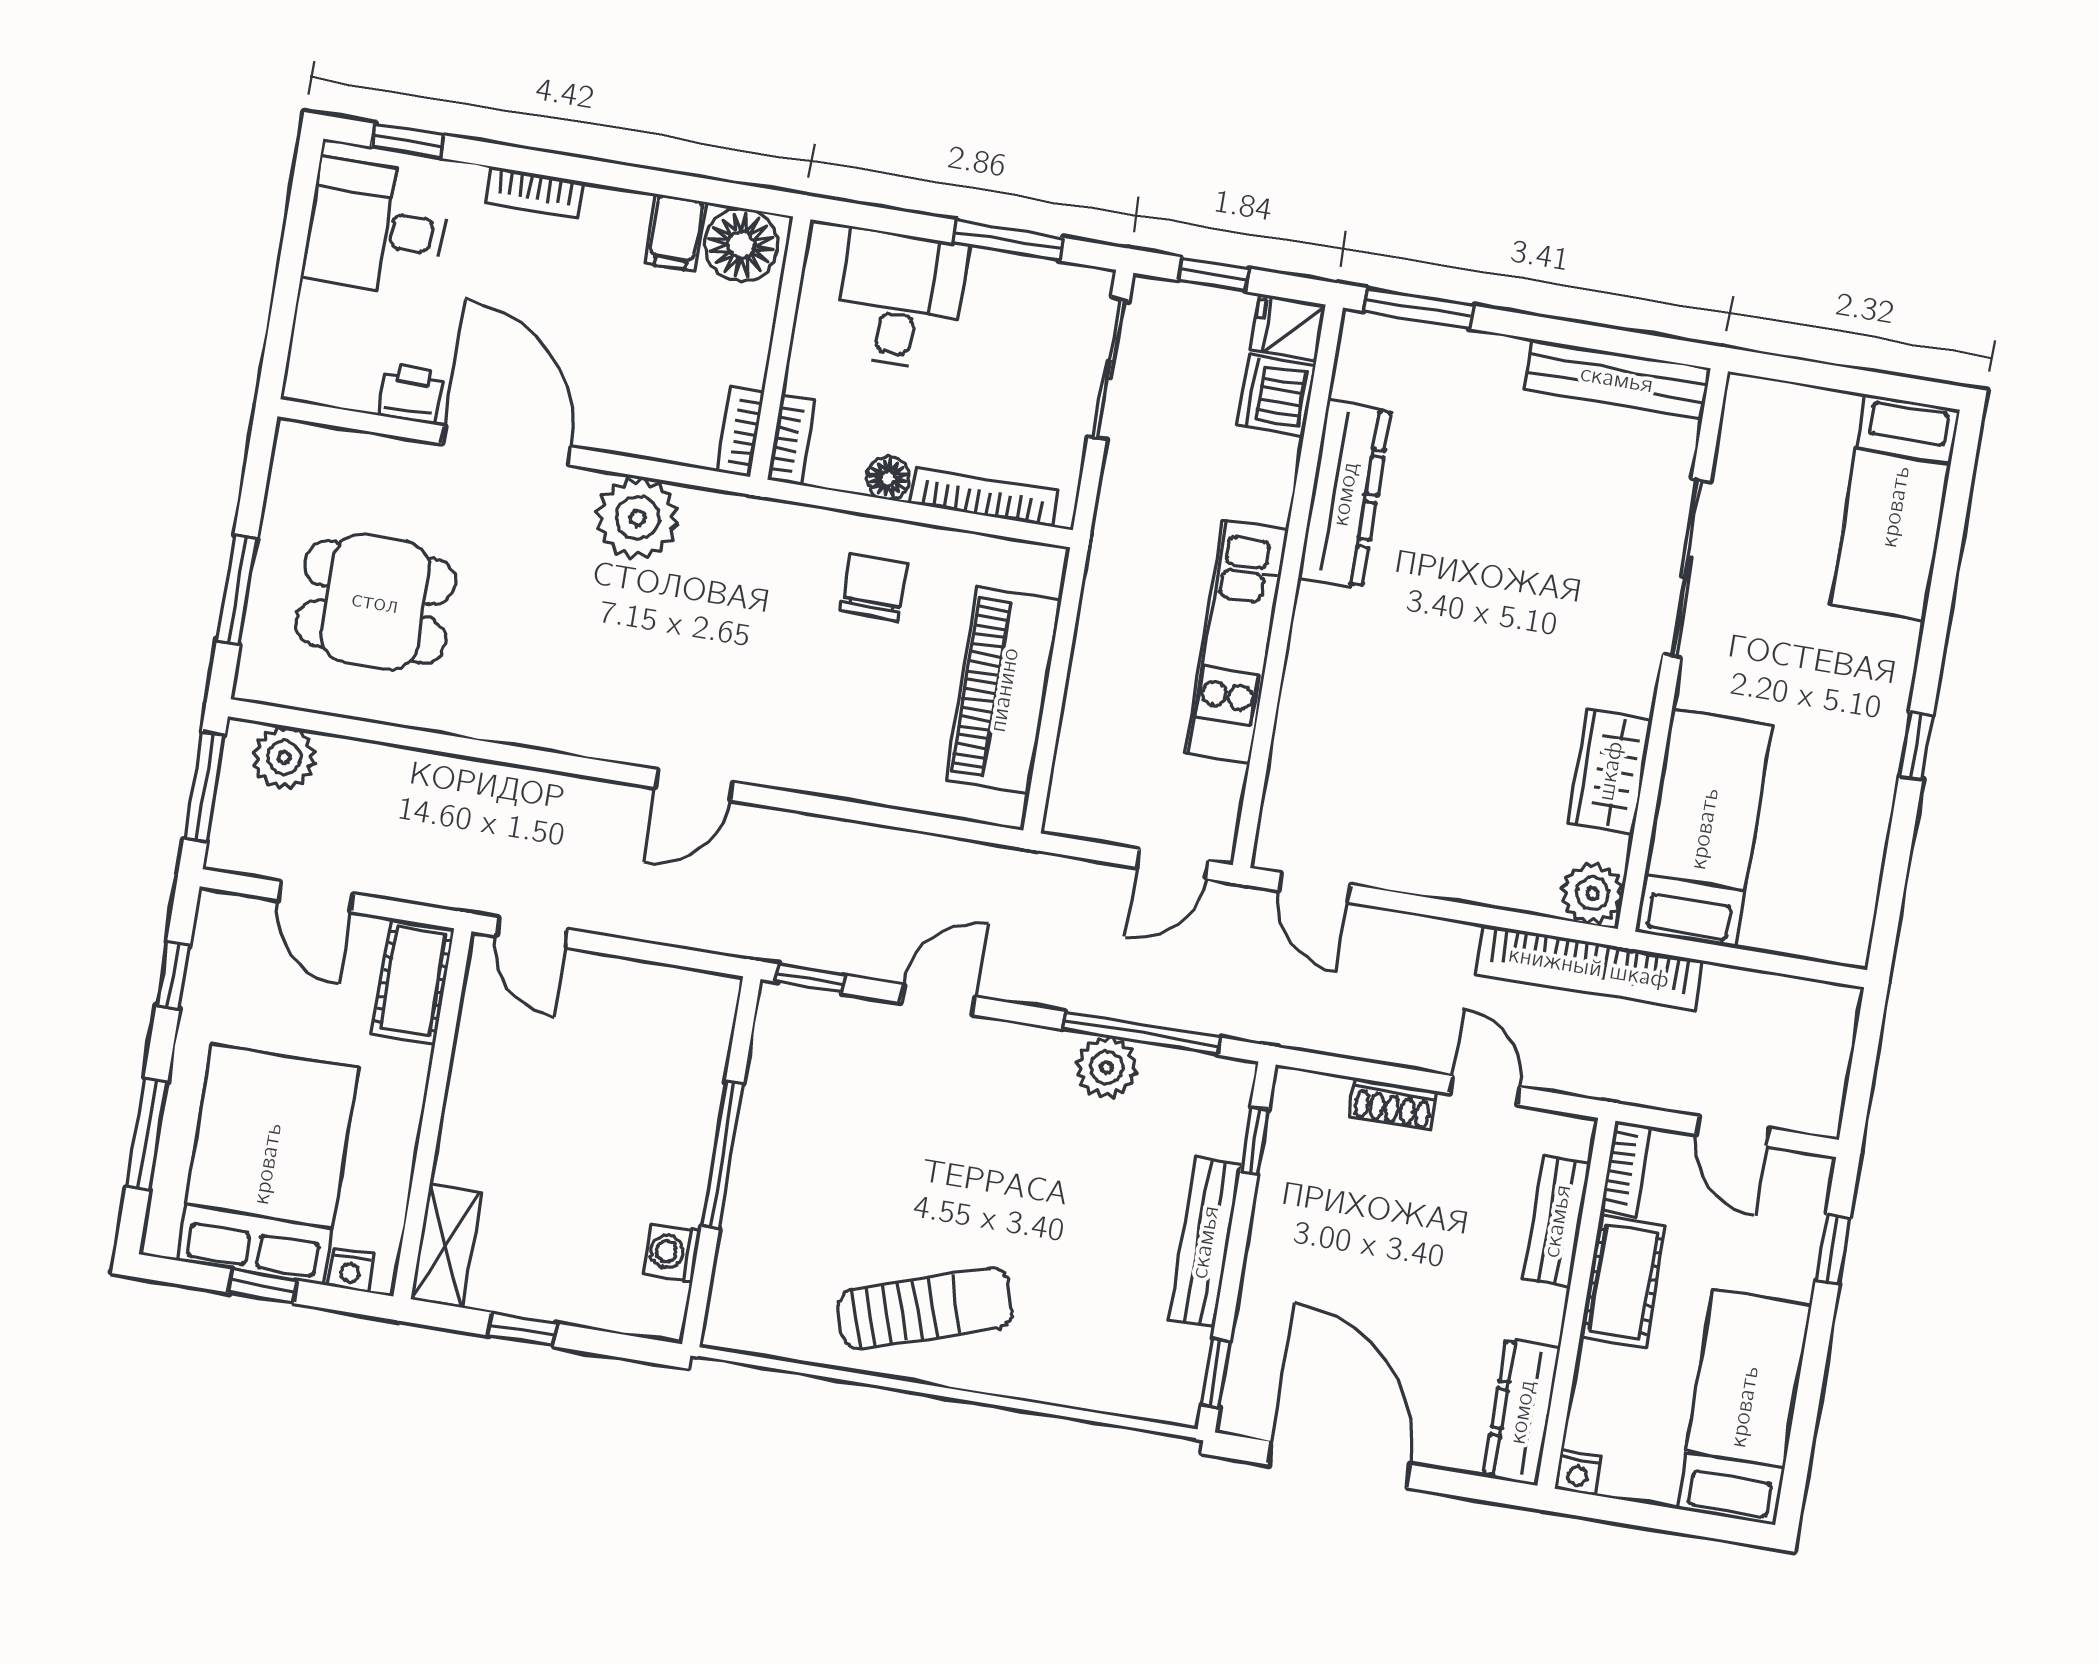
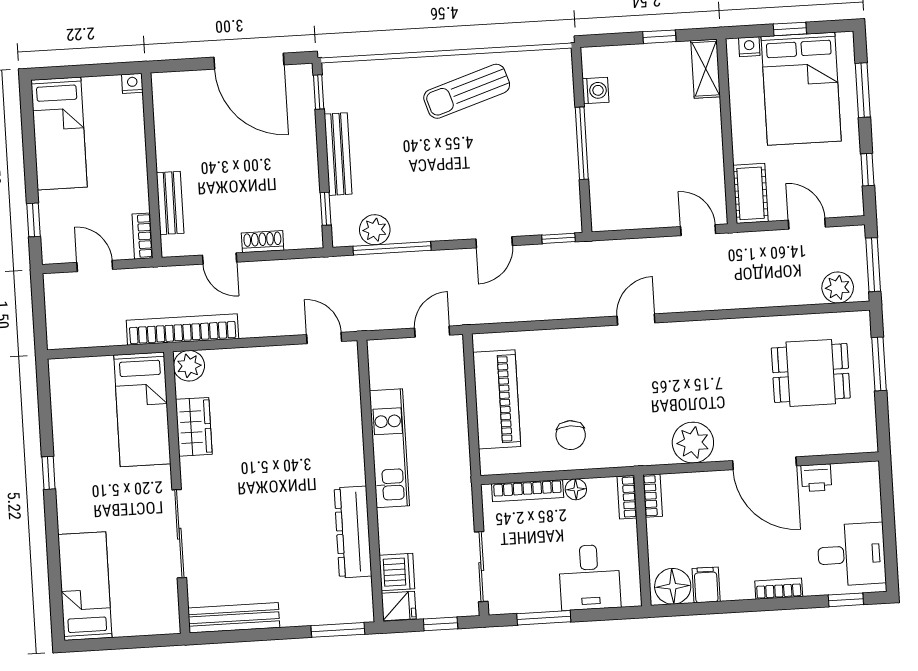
door: (1173, 864) -> (432, 332), moved
plant: (1106, 1067) -> (375, 230), moved
cot: (1623, 1282) -> (132, 181), removed
dresser: (1522, 1412) -> (166, 107), removed

